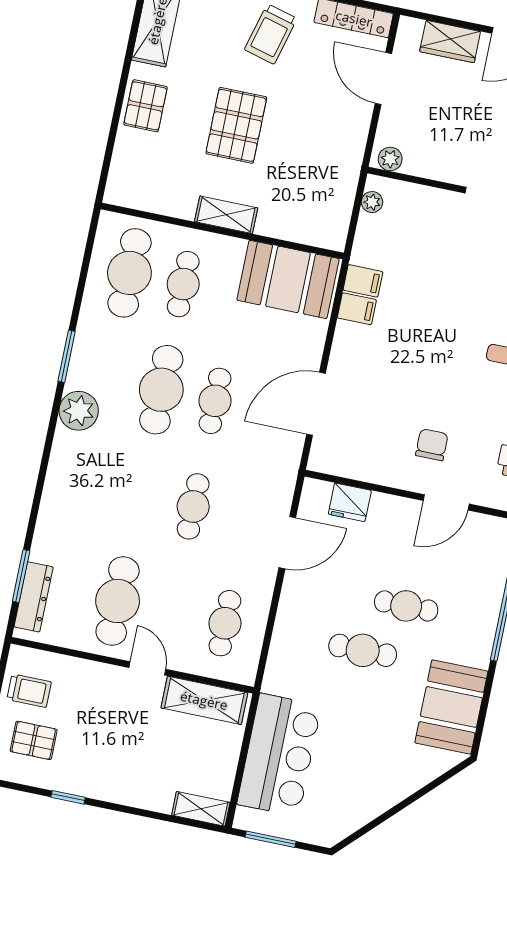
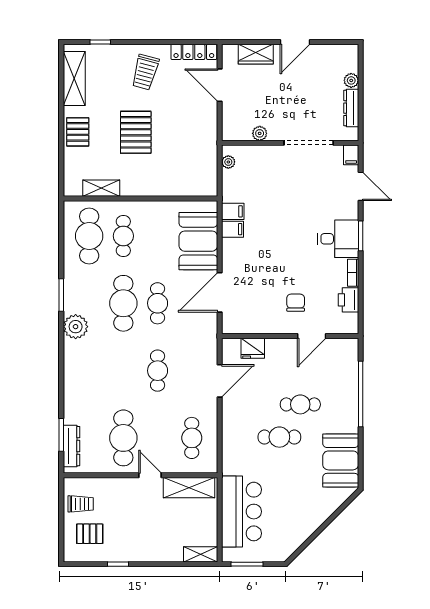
plant: (390, 159) -> (260, 133), moved
shelving: (226, 215) -> (101, 188), moved
booth: (288, 279) -> (198, 241), moved, turned 90

